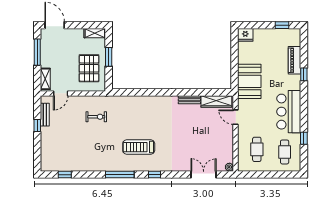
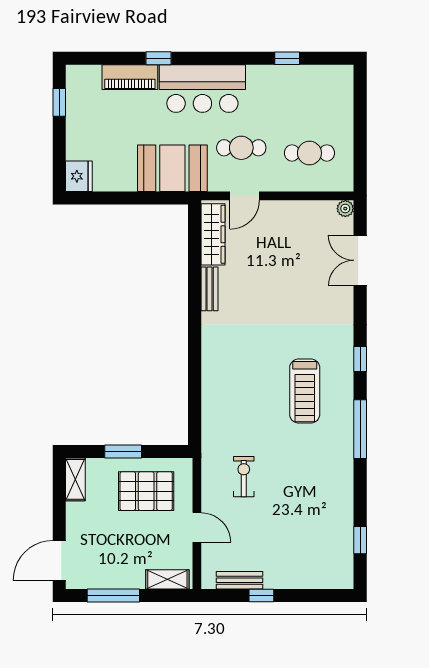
door: (61, 93) -> (197, 527), moved
bar counter: (289, 112) -> (202, 89), moved
cafe table: (285, 152) -> (241, 148), moved

